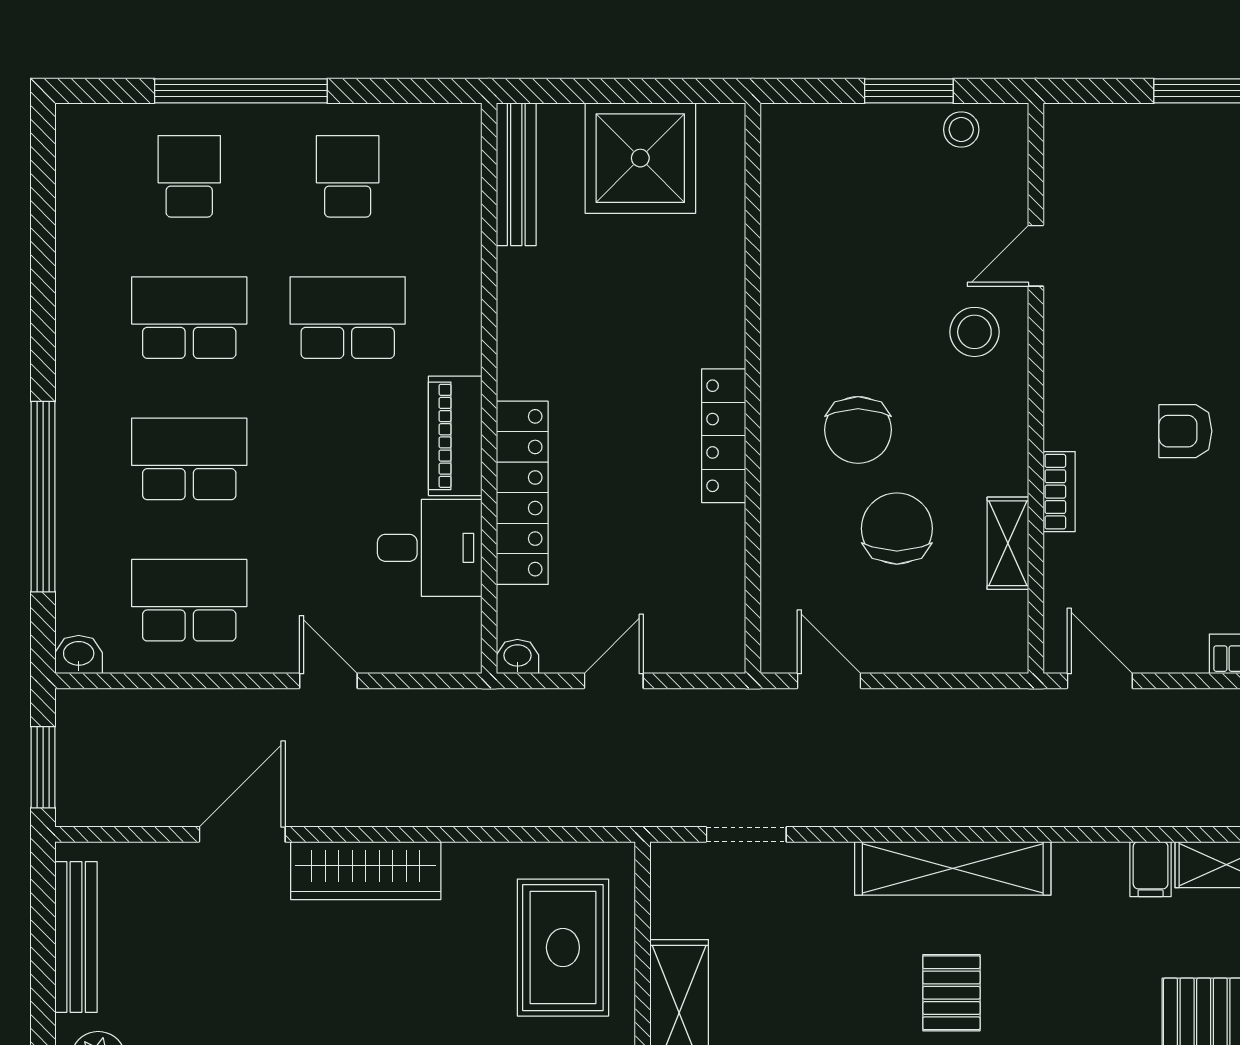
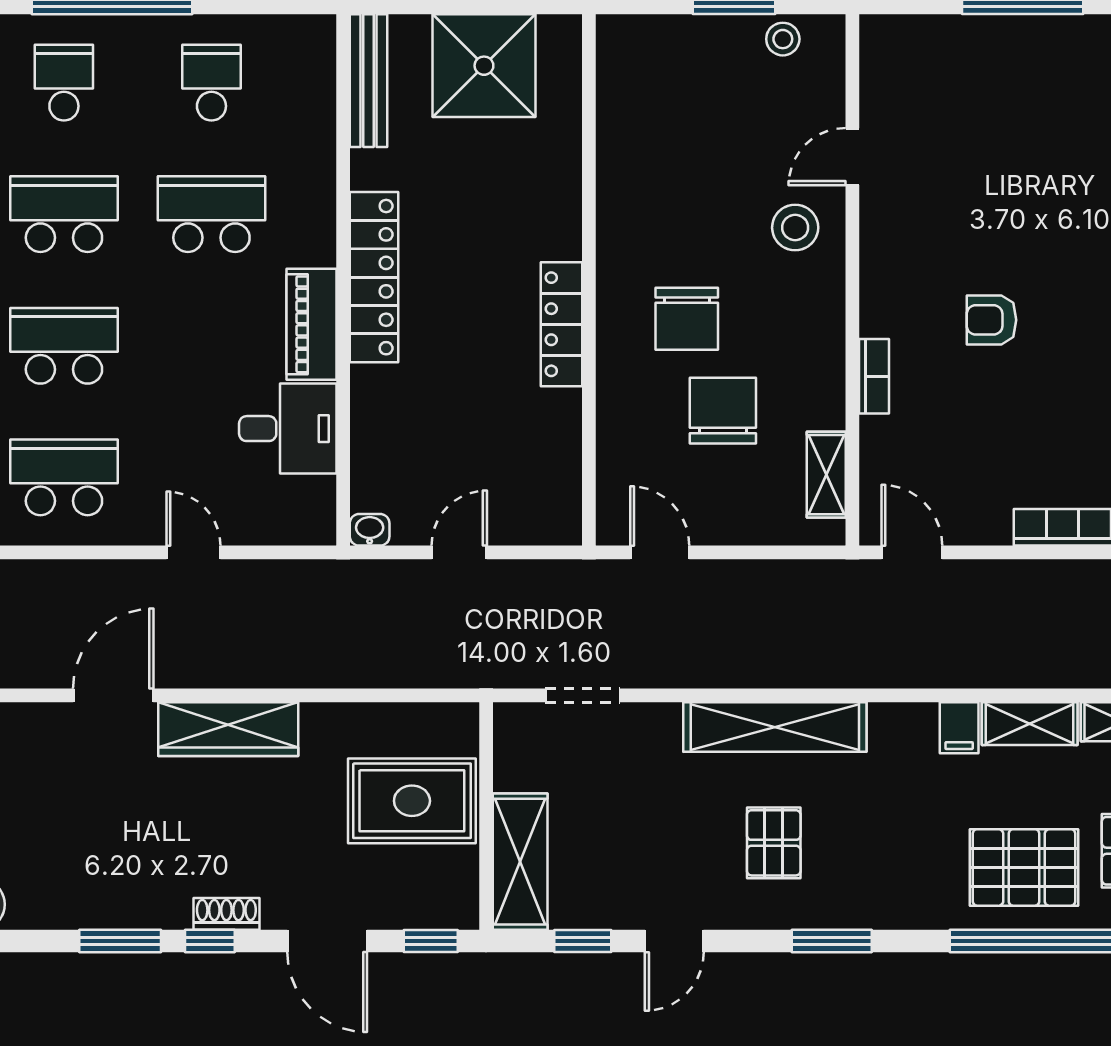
locker: (522, 493) -> (374, 277), moved
shelving: (1008, 543) -> (826, 475), moved
rug: (563, 948) -> (412, 801), turned 90

